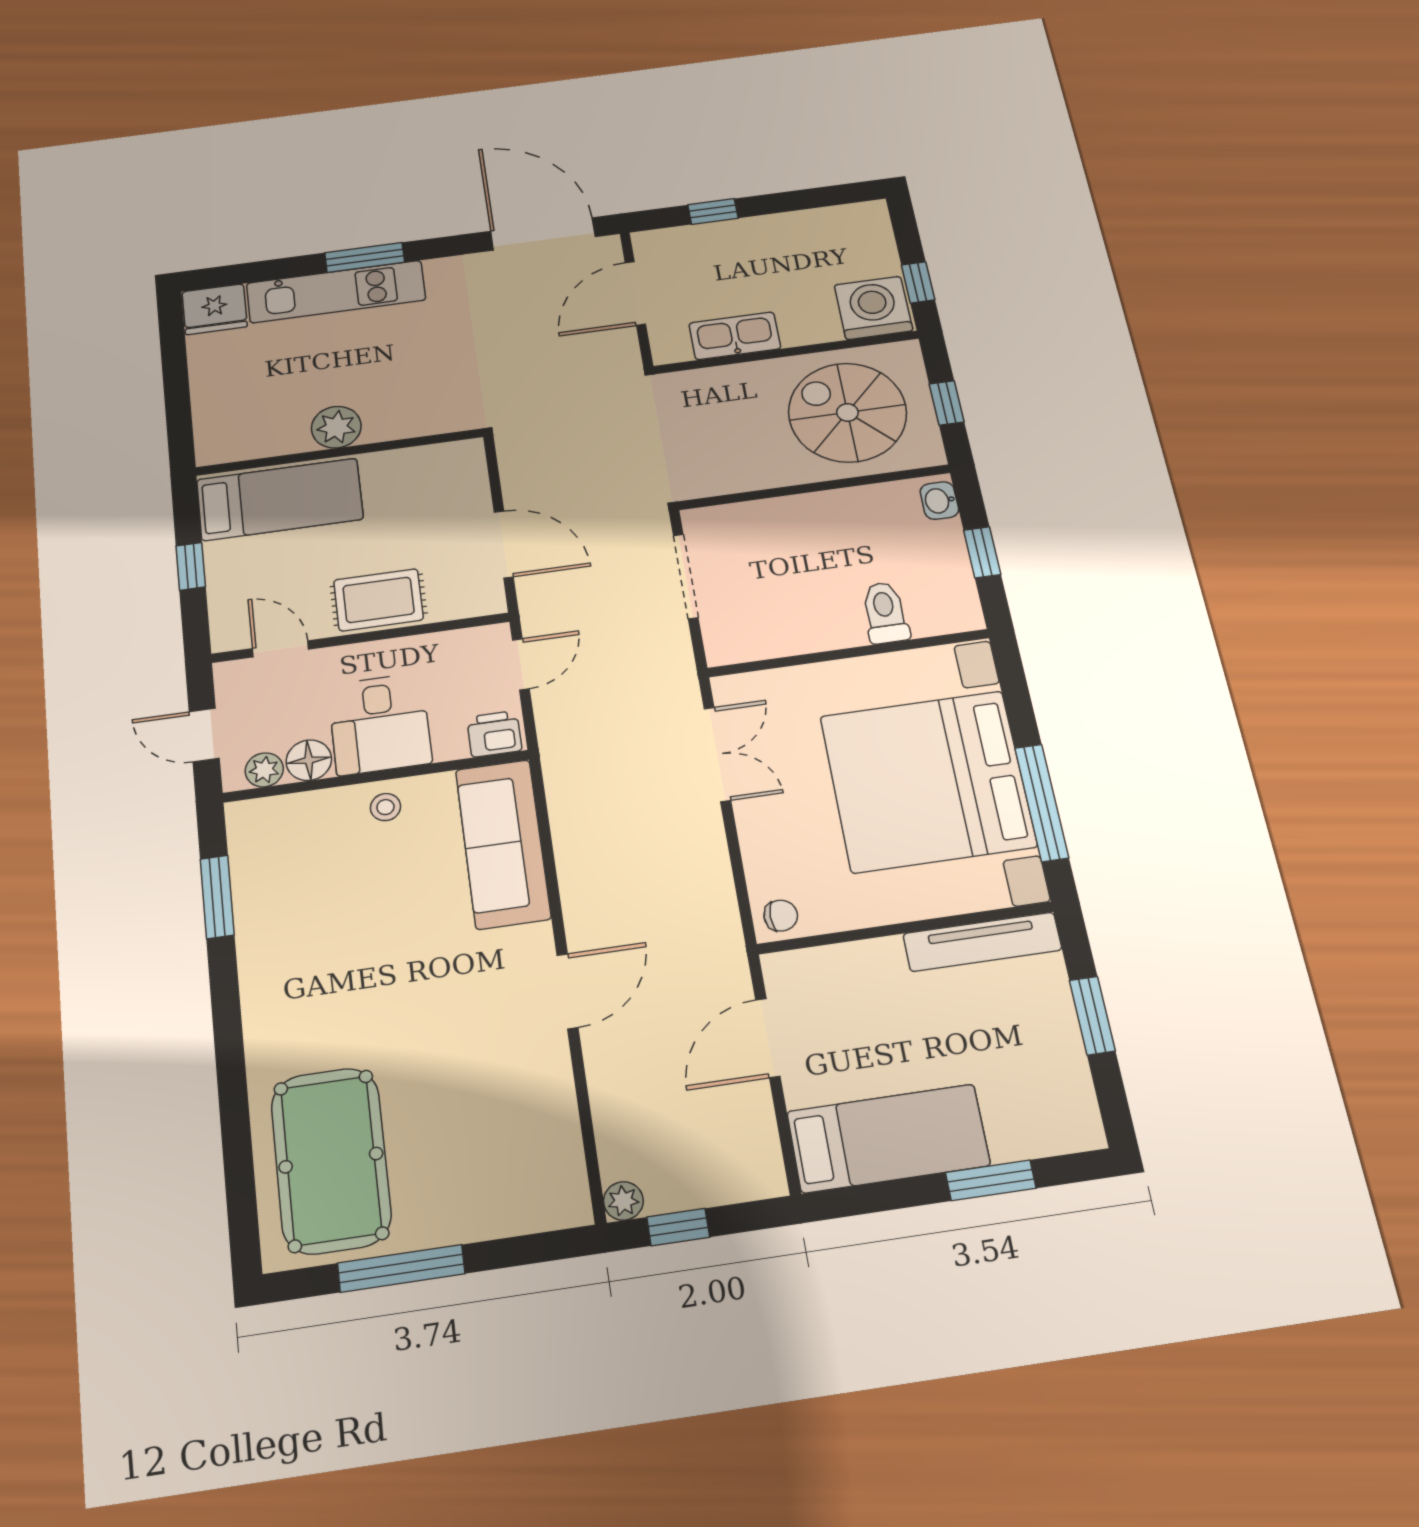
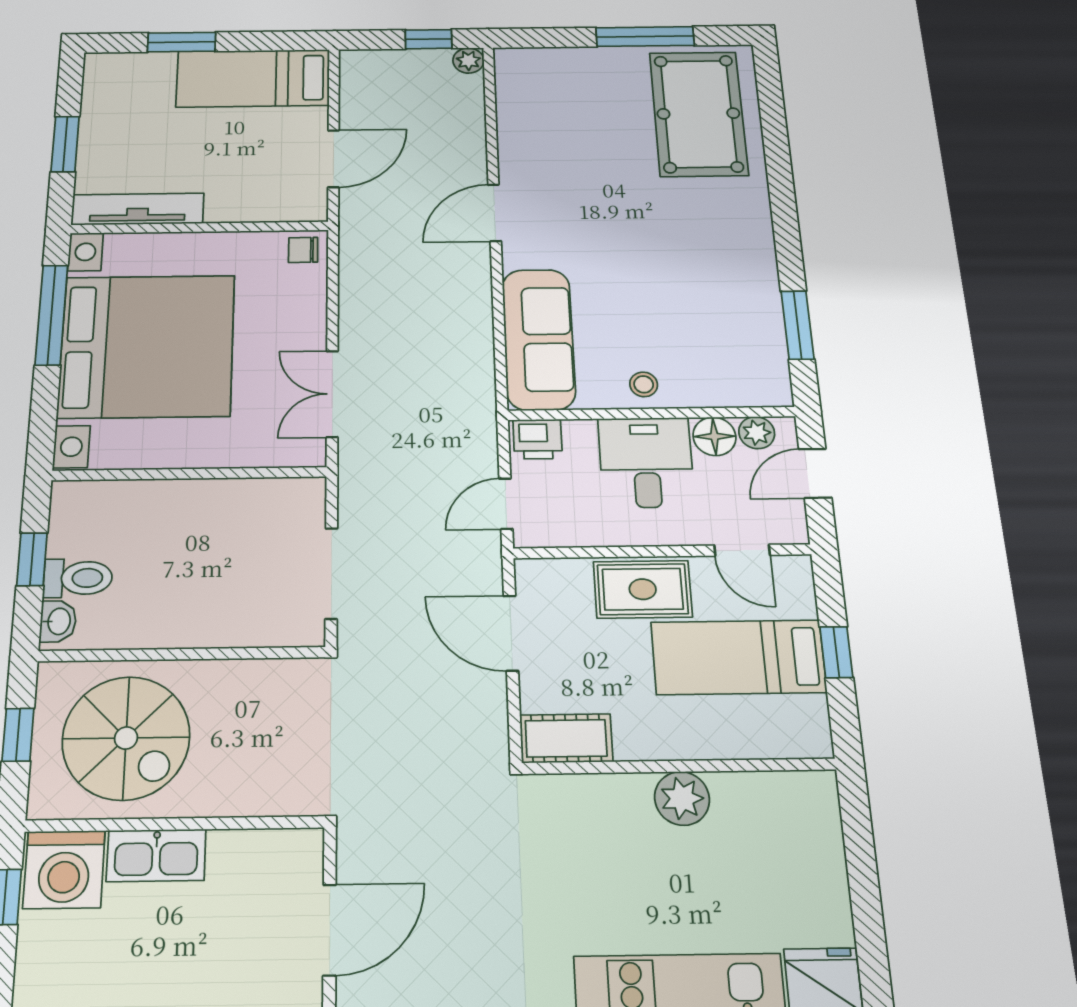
kitchen sink: (735, 336) -> (156, 855), moved
cot: (444, 462) -> (566, 738), added
bed: (280, 499) -> (738, 657), moved
toilet: (885, 613) -> (78, 578), moved, turned -90
door: (204, 735) -> (815, 473), swing flipped

